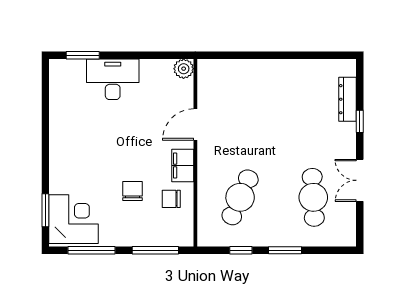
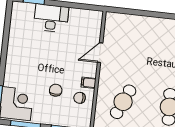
plant: (184, 69) -> (97, 16), removed
filing cabinet: (183, 165) -> (89, 83), width x0.50

